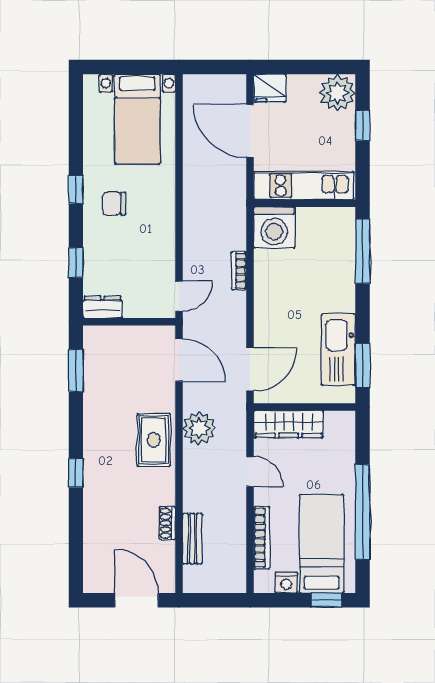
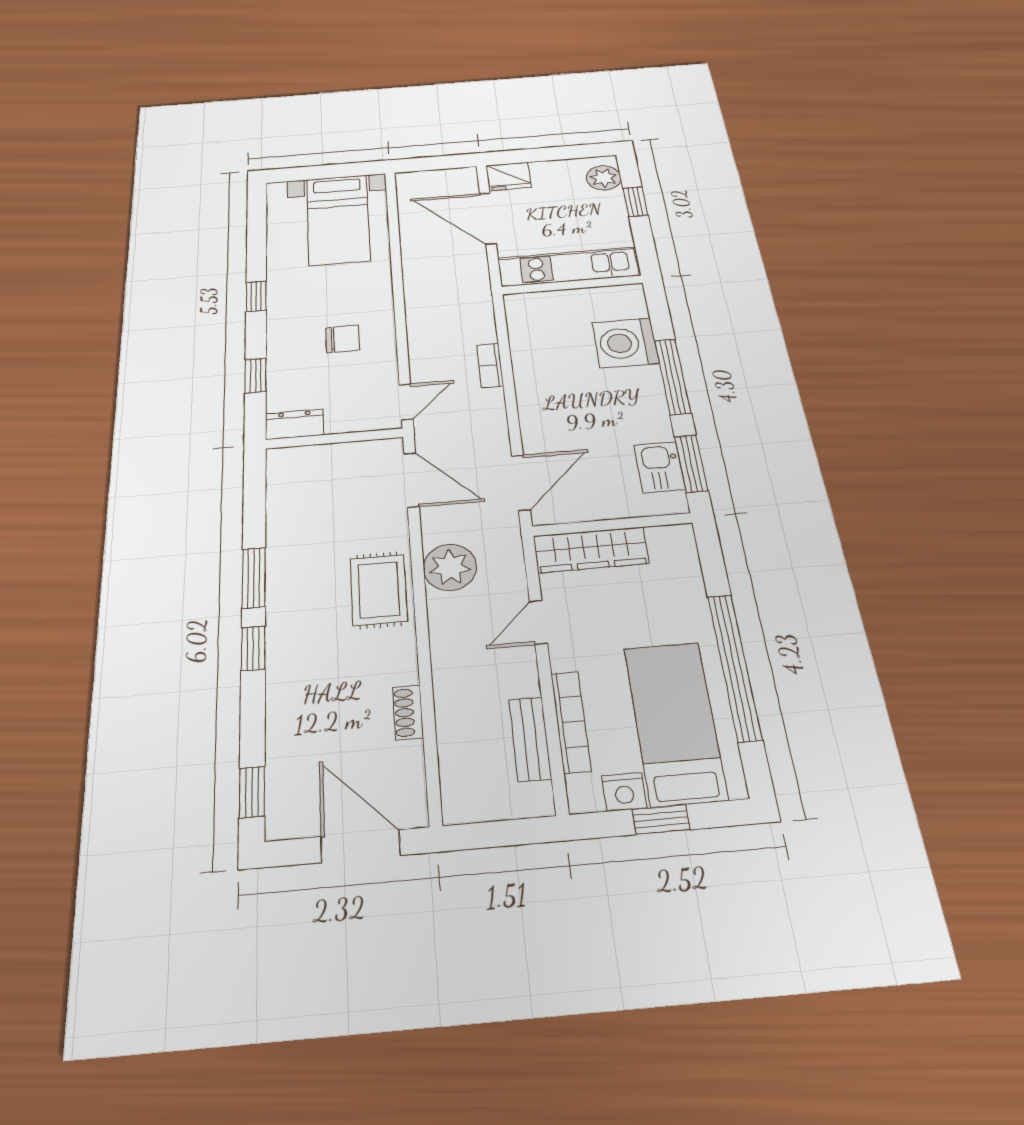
plant: (338, 93) -> (604, 178), width x0.73, depth x0.73
chair: (114, 204) -> (343, 339), moved, turned 180
washing machine: (274, 227) -> (625, 343), moved, turned 90
window: (363, 251) -> (673, 376), moved
kitchen sink: (338, 350) -> (660, 467), width x0.53, depth x0.81
window: (76, 371) -> (254, 578), moved
door: (250, 472) -> (538, 622), swing flipped
bench: (192, 539) -> (530, 739), moved
window: (76, 563) -> (252, 792), added
window: (326, 600) -> (661, 819), moved

